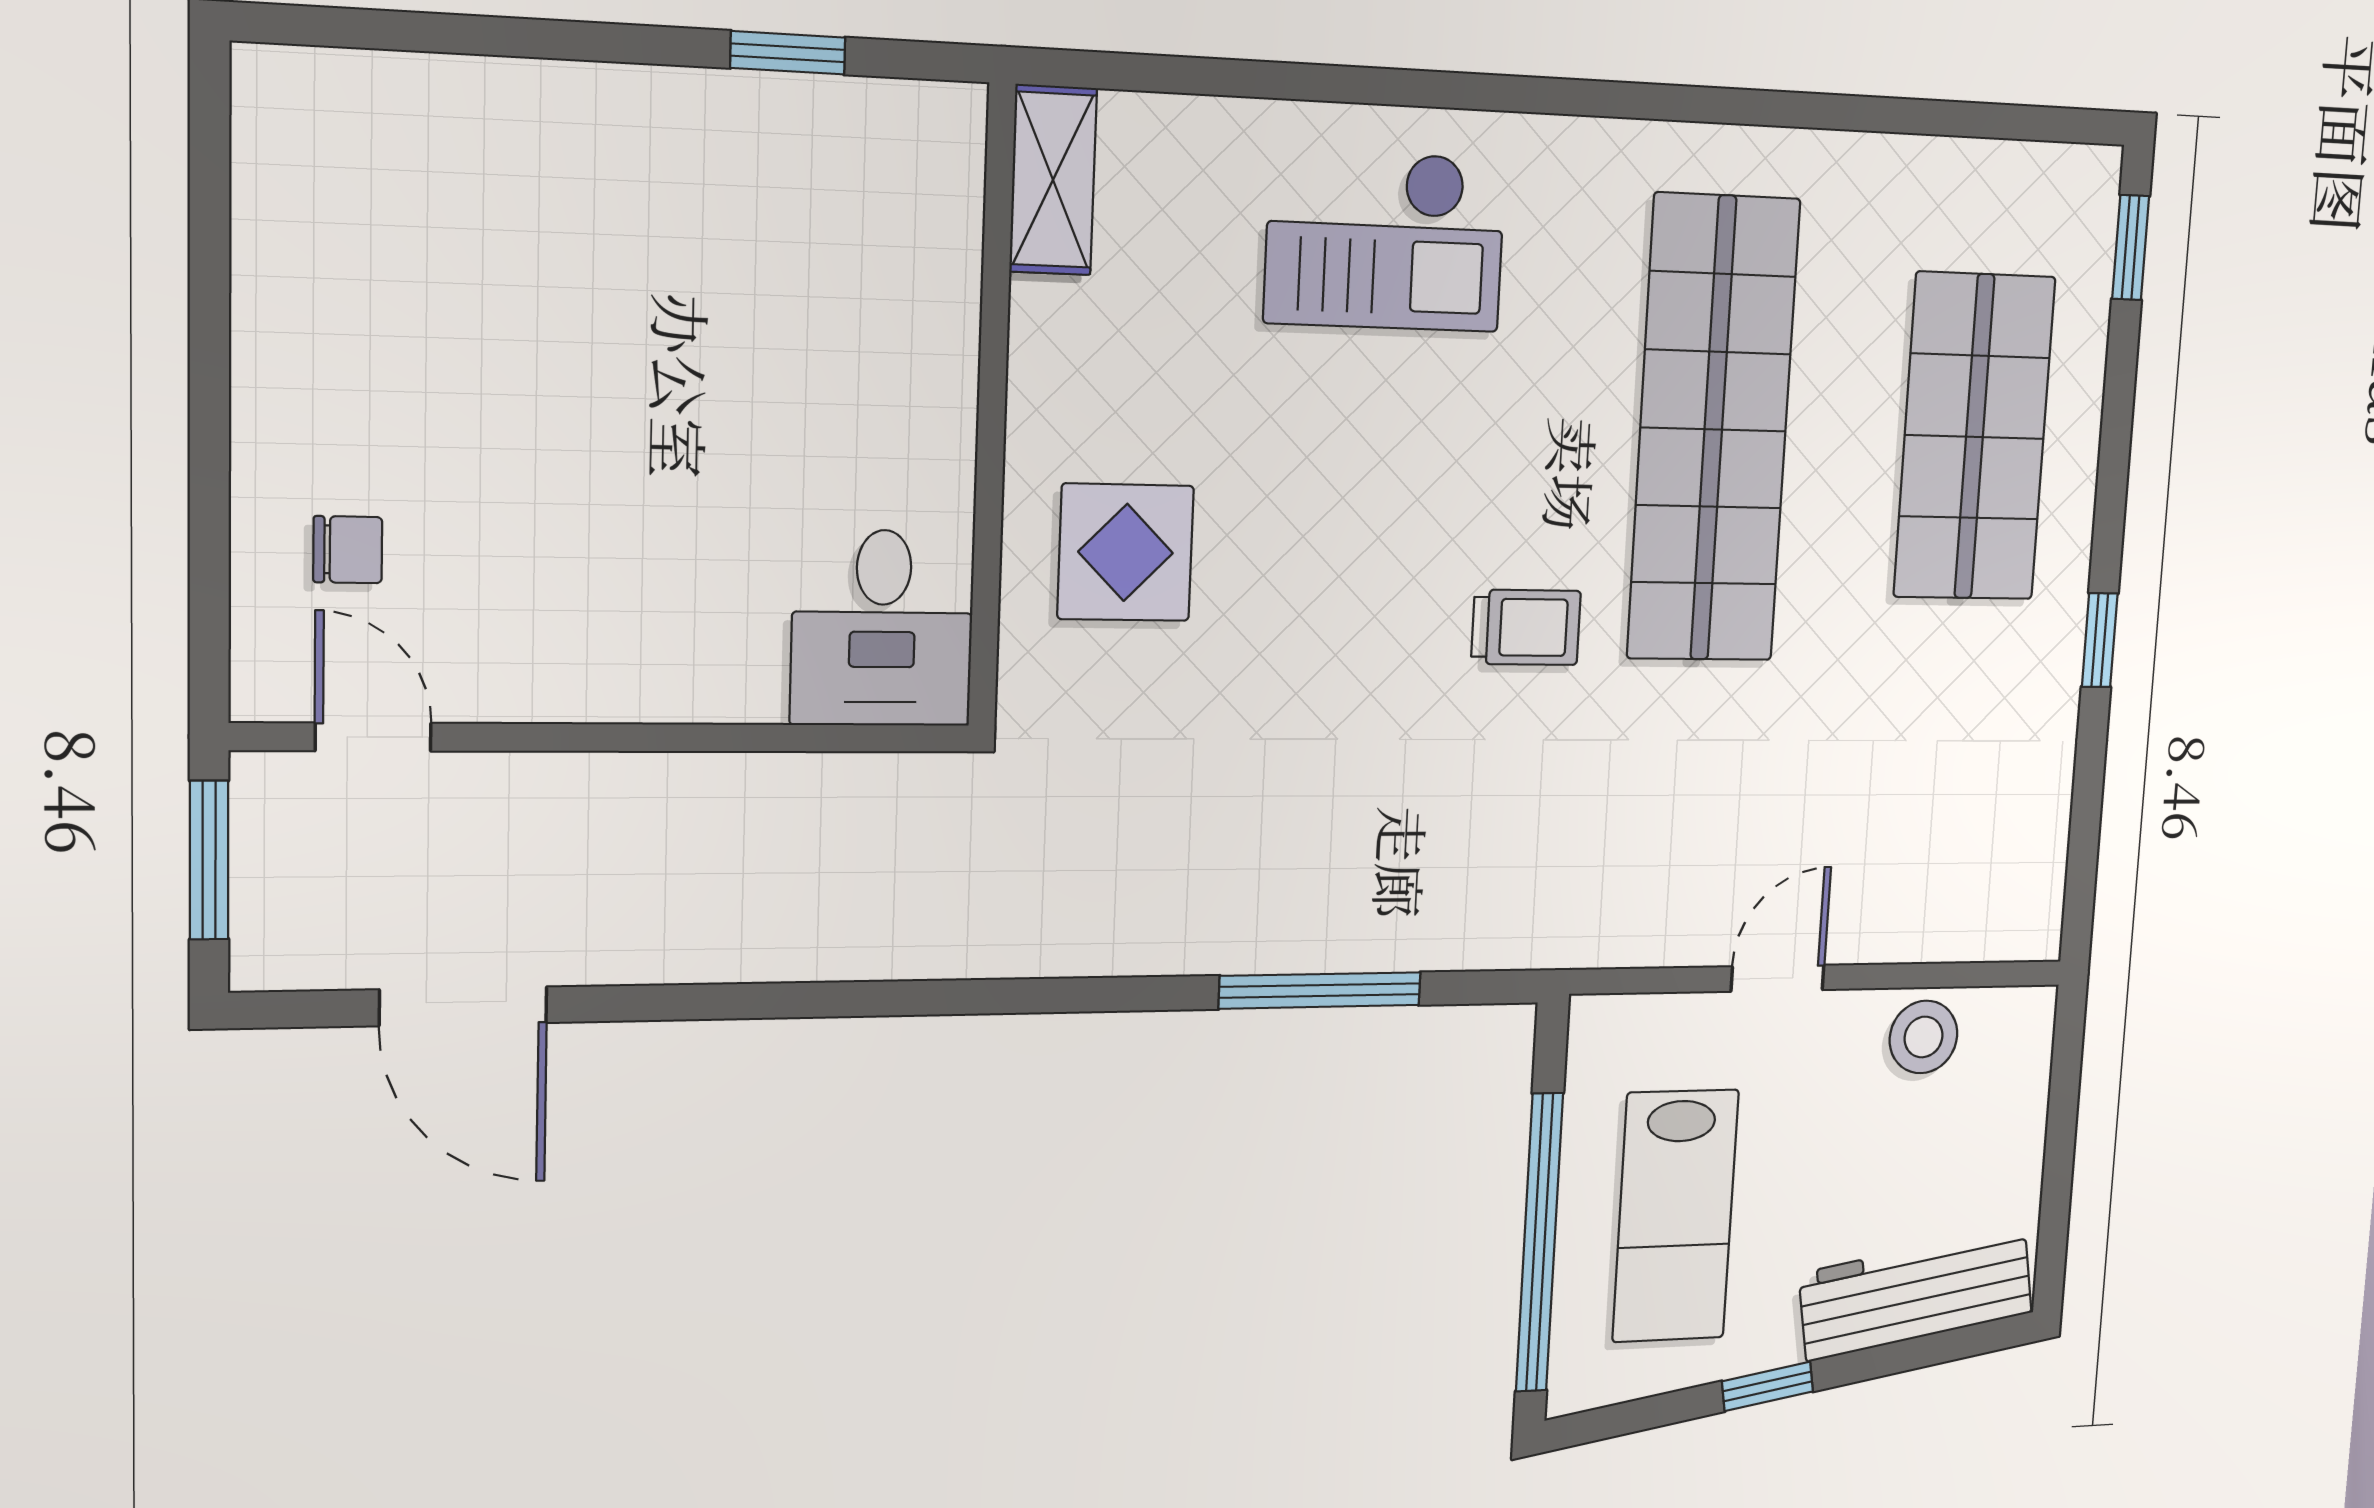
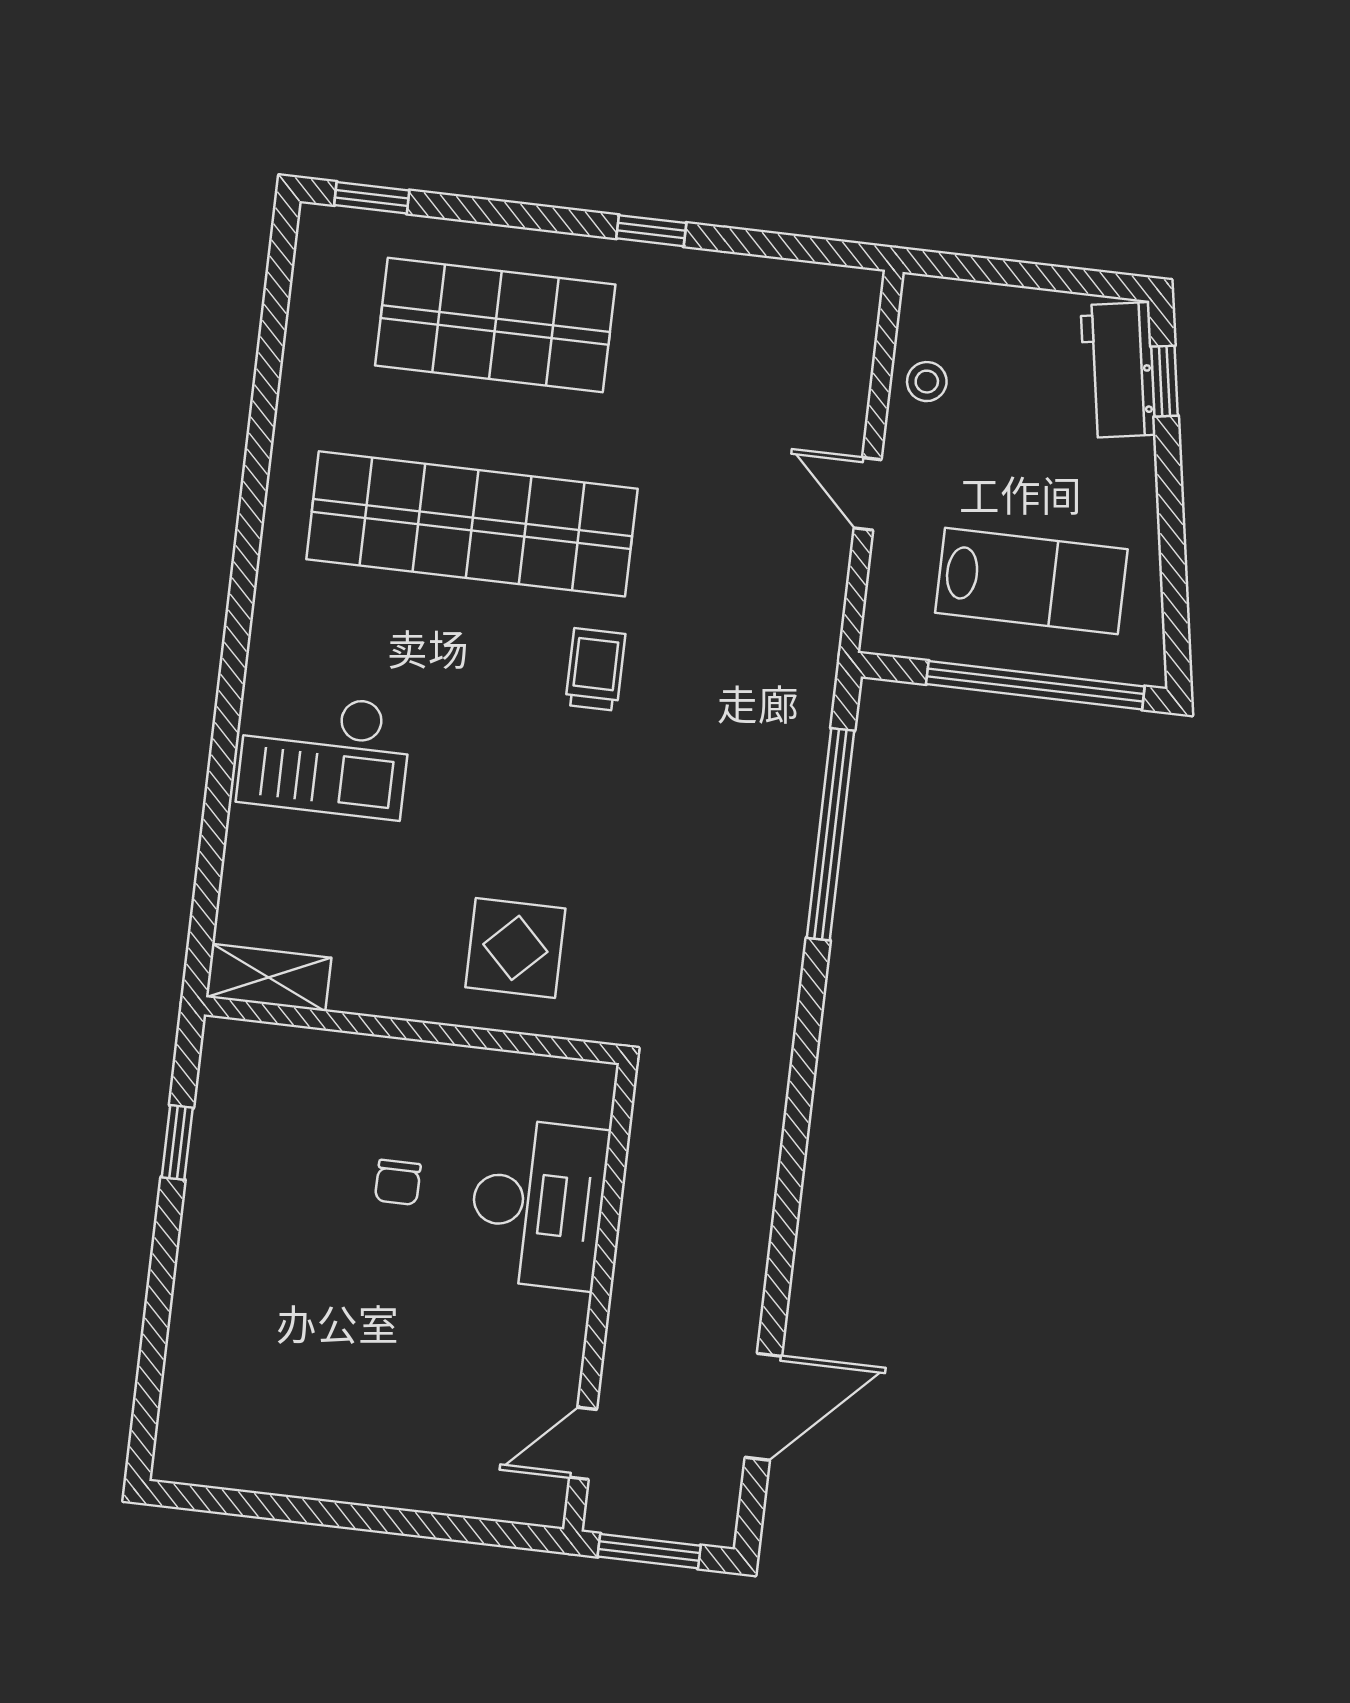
checkout: (1385, 240) -> (324, 754), turned 90
chair: (348, 550) -> (398, 1182), moved, turned 180
desk: (882, 628) -> (538, 1204), moved, width x1.37
window: (1320, 990) -> (831, 834), width x1.46
stool: (1923, 1037) -> (927, 382), width x0.73, depth x0.73
workbench: (1916, 1293) -> (1118, 370), width x0.73
window: (1767, 1386) -> (1165, 381), moved

